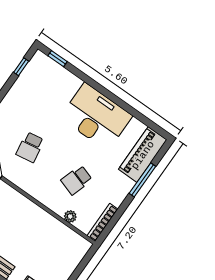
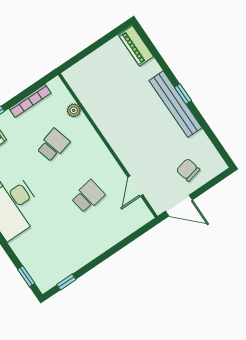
school desk: (77, 180) -> (53, 145), turned -33
bookcase: (102, 222) -> (30, 101), moved

